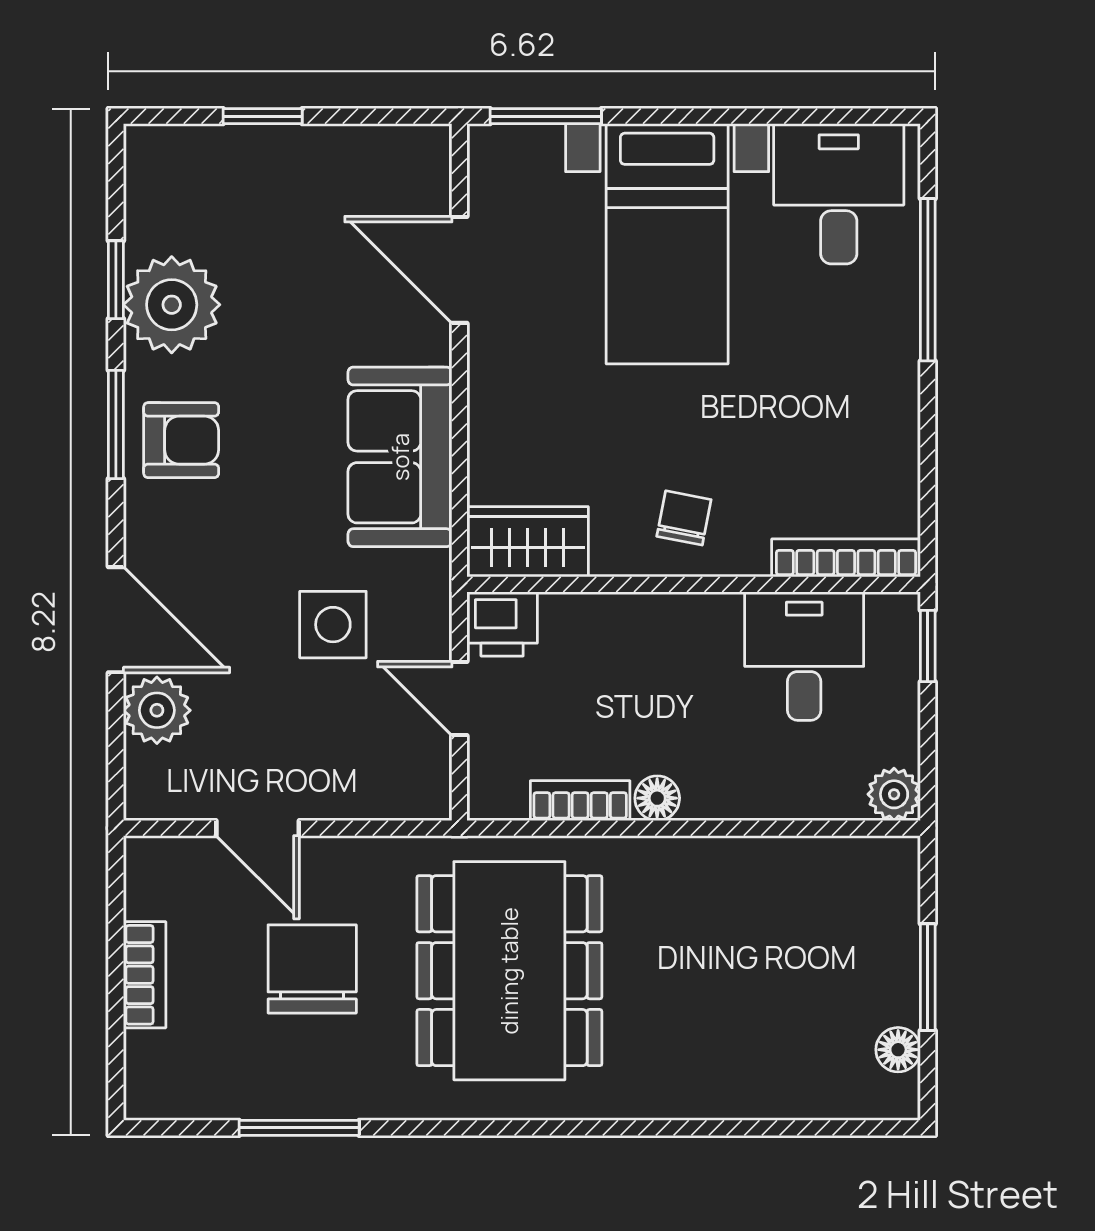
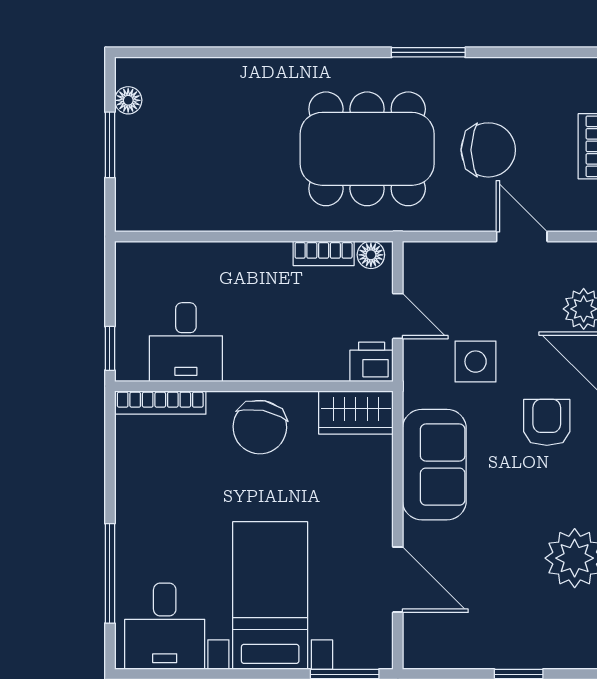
armchair: (181, 440) -> (547, 422), moved, turned 90
chair: (684, 518) -> (260, 427), width x1.87, depth x1.87
plant: (894, 794) -> (131, 257), removed
floor lamp: (657, 798) -> (371, 255), moved
chair: (312, 969) -> (488, 150), turned -90
dining table: (509, 971) -> (367, 149), turned 90
window: (299, 1128) -> (428, 52), moved

